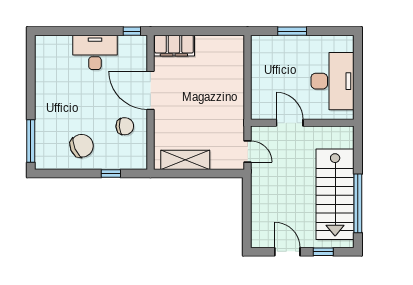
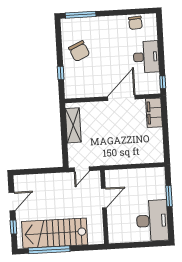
desk: (332, 81) -> (152, 221), moved, turned -90
chair: (125, 126) -> (135, 23), moved

